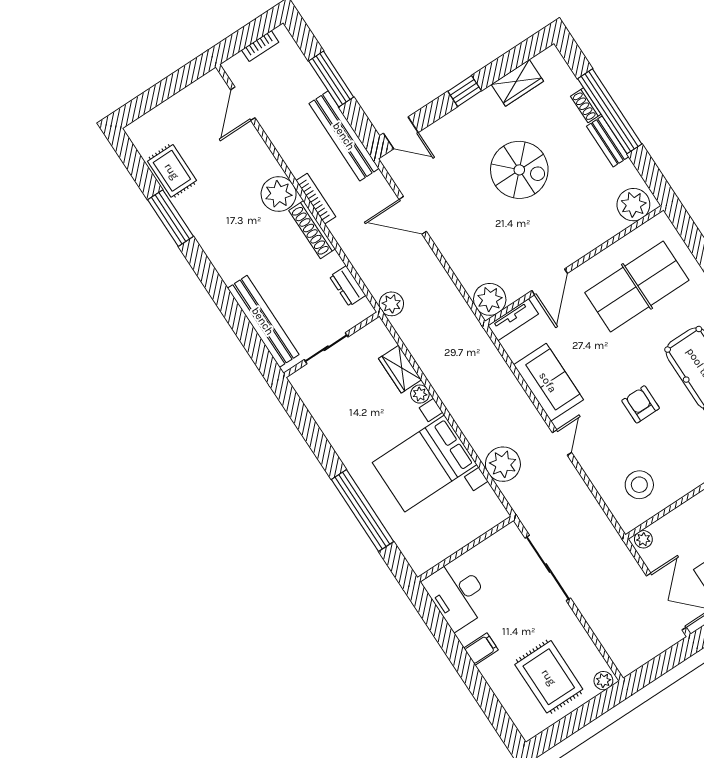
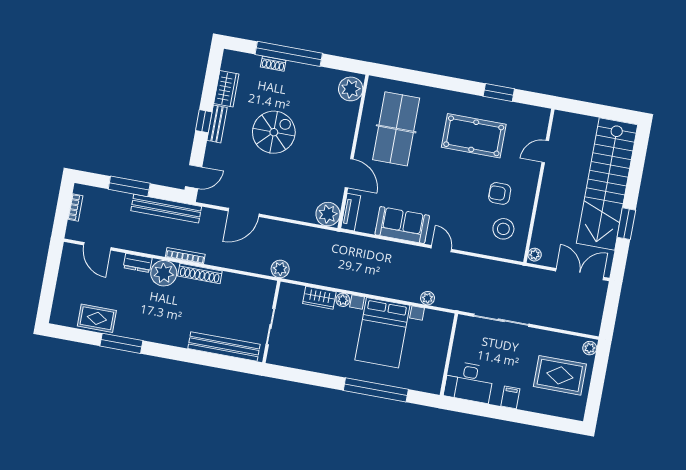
bench: (608, 141) -> (217, 124), moved, turned 90
dresser: (348, 286) -> (138, 263), moved
armchair: (641, 404) -> (500, 193), moved
plant: (503, 464) -> (428, 298), width x0.53, depth x0.53

